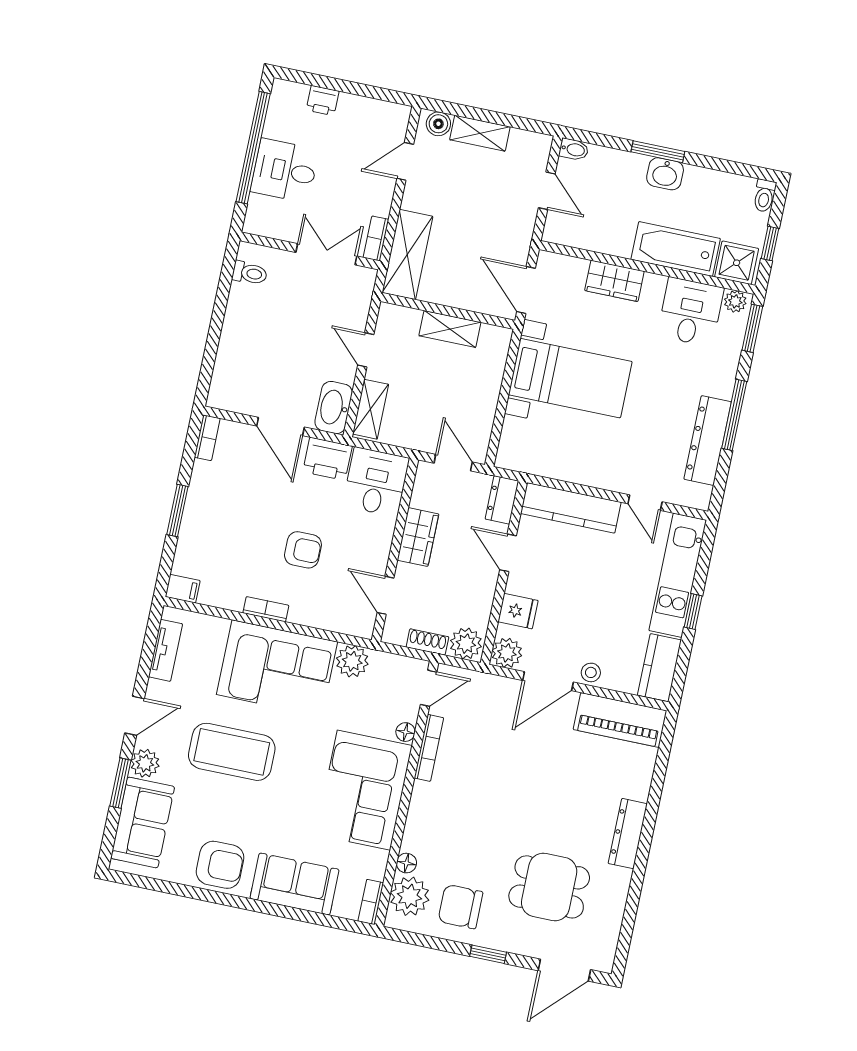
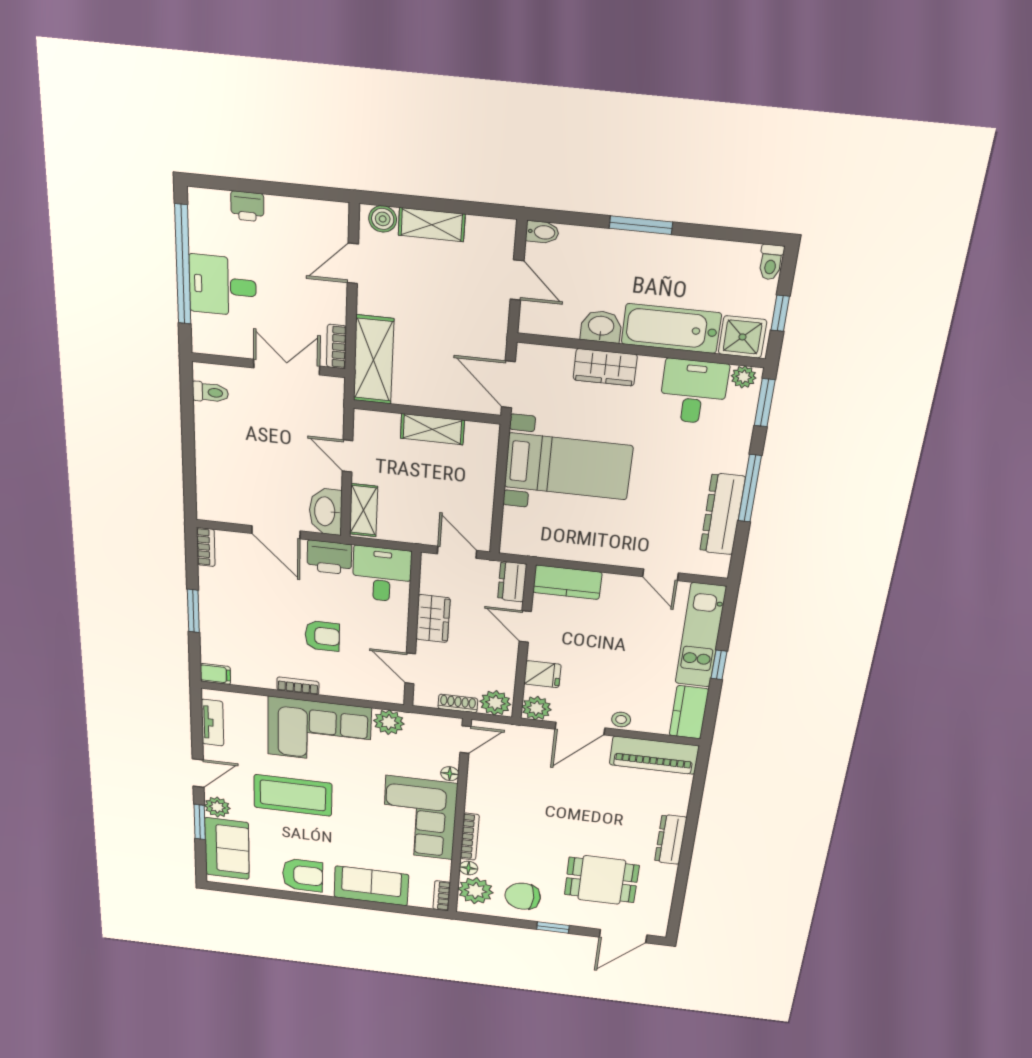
washbasin: (665, 174) -> (601, 327), moved, turned 180
kitchen counter: (571, 508) -> (567, 582), width x0.67
bookcase: (429, 748) -> (470, 837), moved

